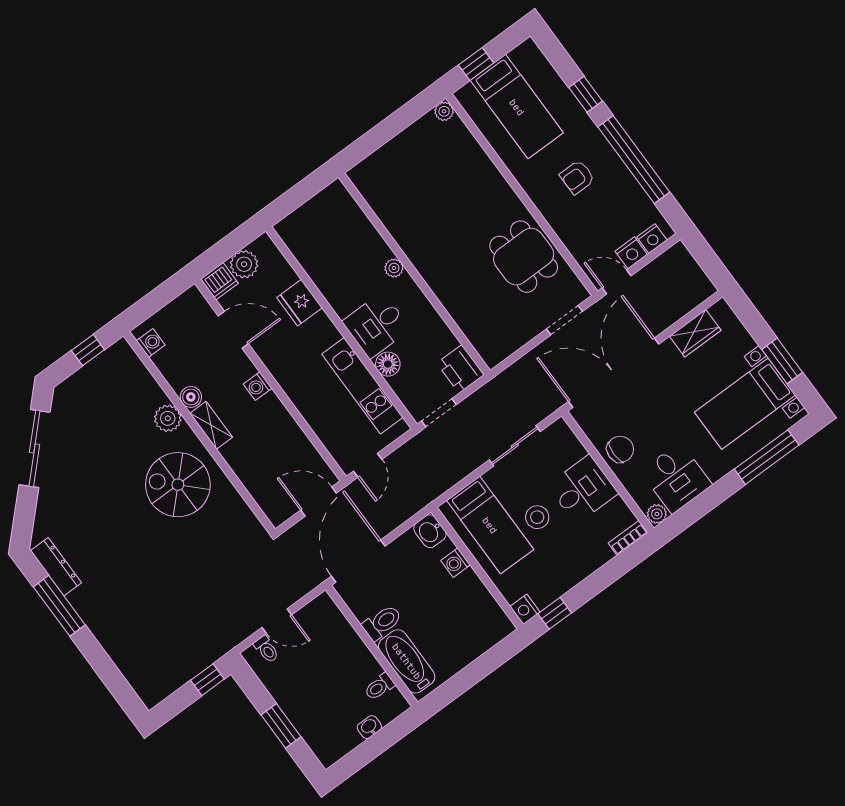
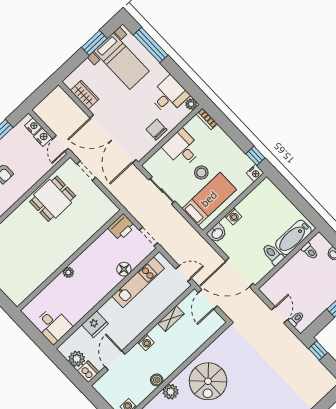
desk: (376, 325) -> (53, 325), moved
shelving: (211, 425) -> (171, 319), moved

